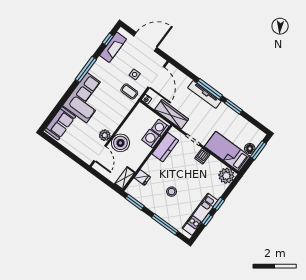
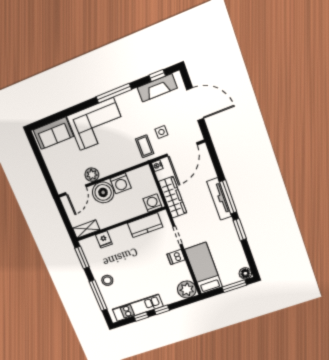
washing machine: (151, 139) -> (121, 183), moved, turned 180
floor lamp: (250, 149) -> (245, 273), moved
stool: (172, 192) -> (107, 280), moved

